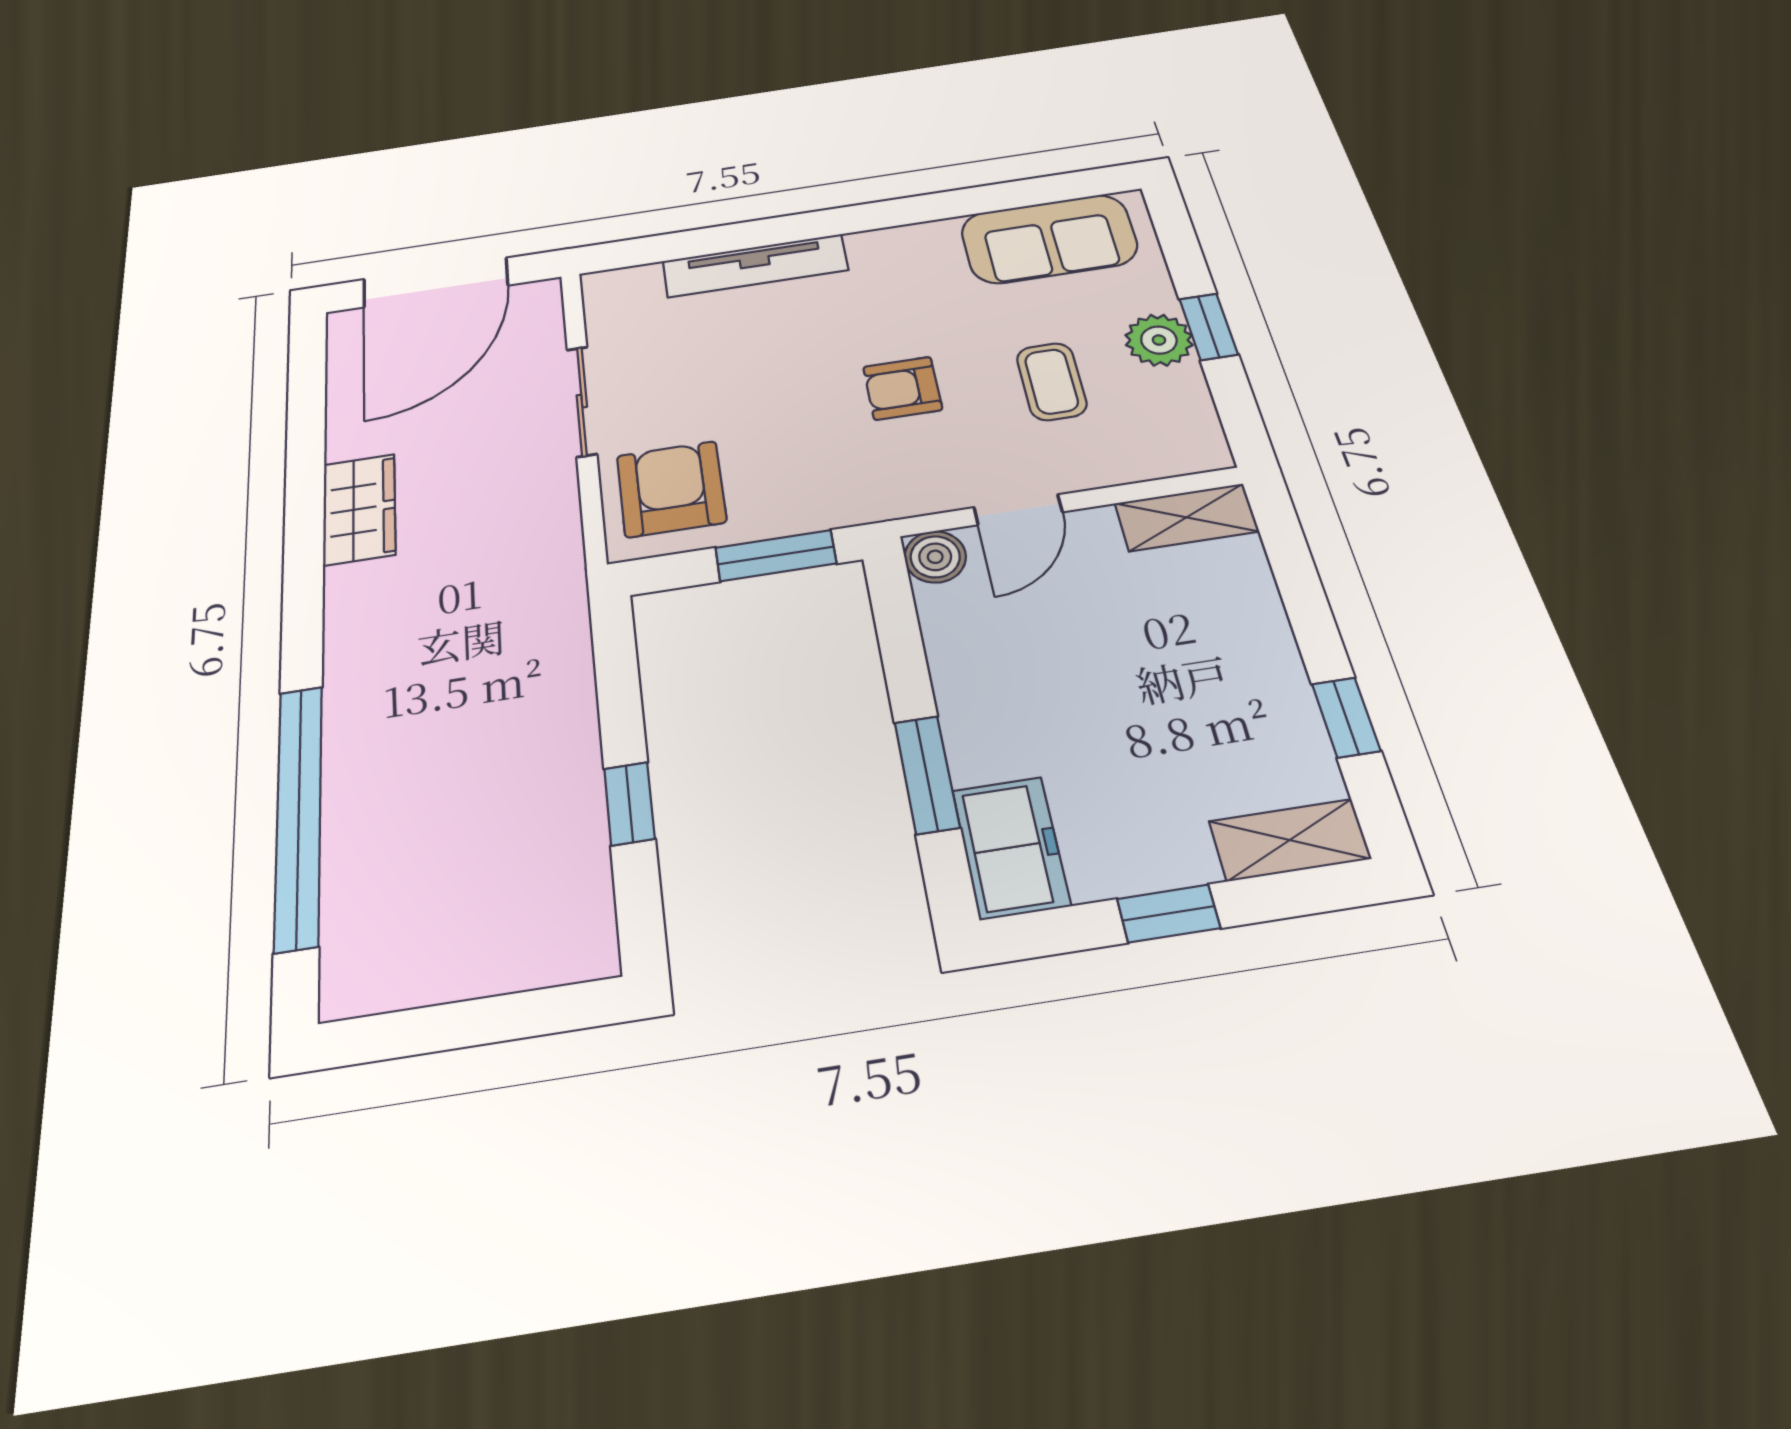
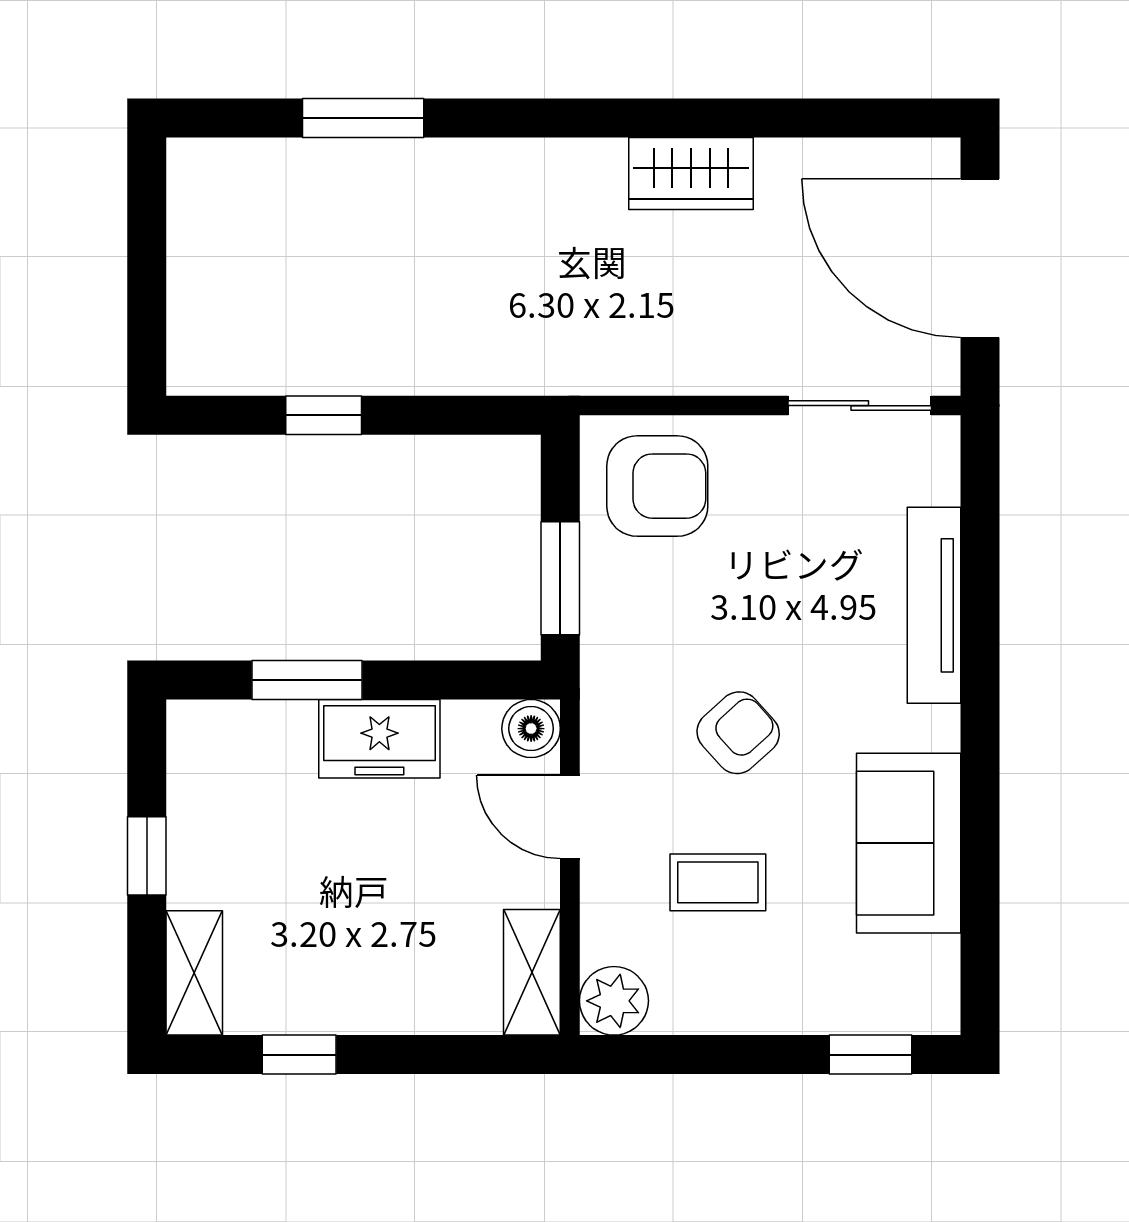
sofa: (1049, 239) -> (909, 843), moved
window: (1209, 327) -> (871, 1055), moved
plant: (1159, 340) -> (614, 1001), moved
armchair: (903, 388) -> (738, 733), turned 48
sliding door: (582, 401) -> (860, 406), moved
window: (299, 815) -> (363, 118), width x0.47
freezer: (1011, 847) -> (379, 739), moved

